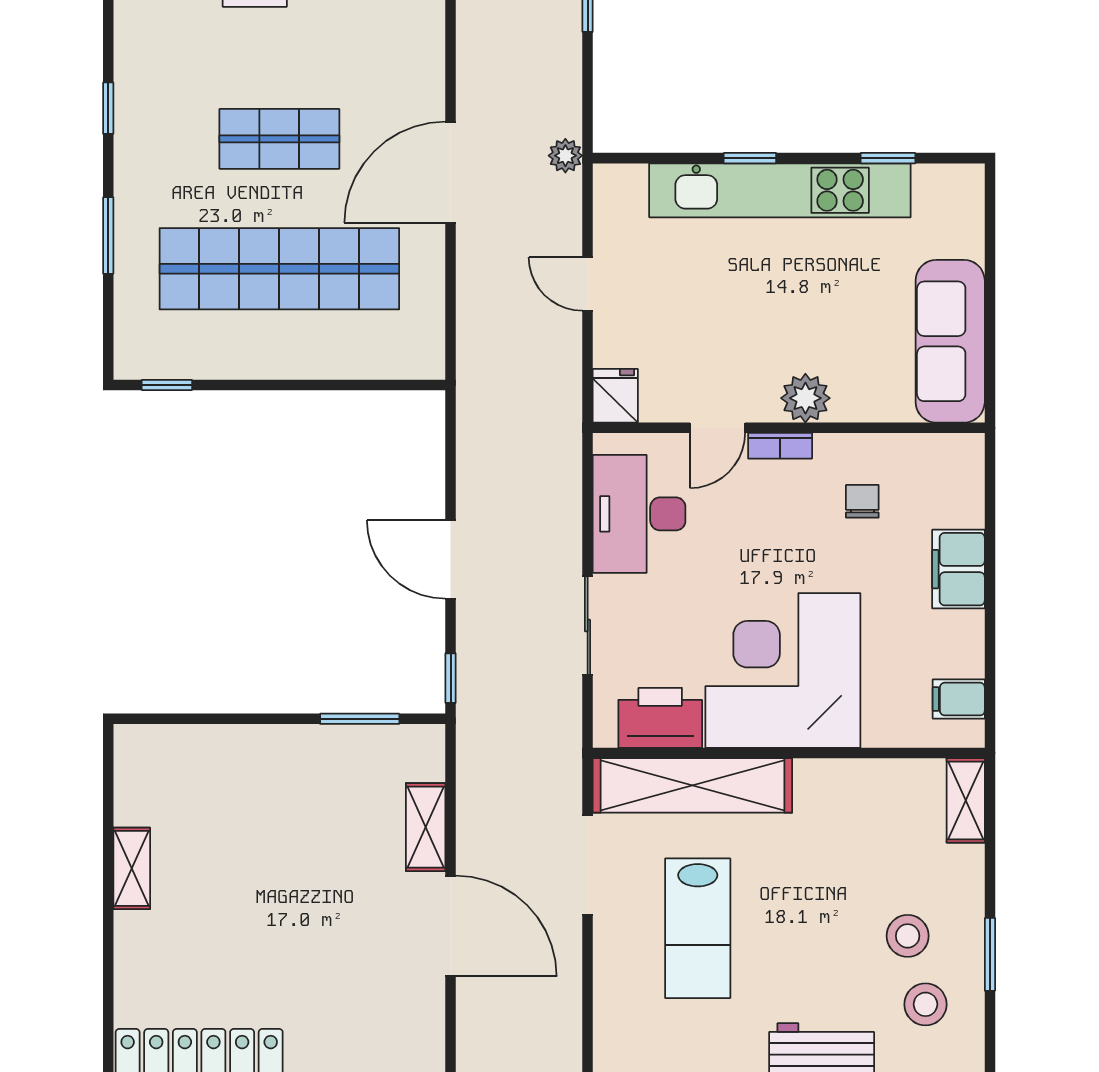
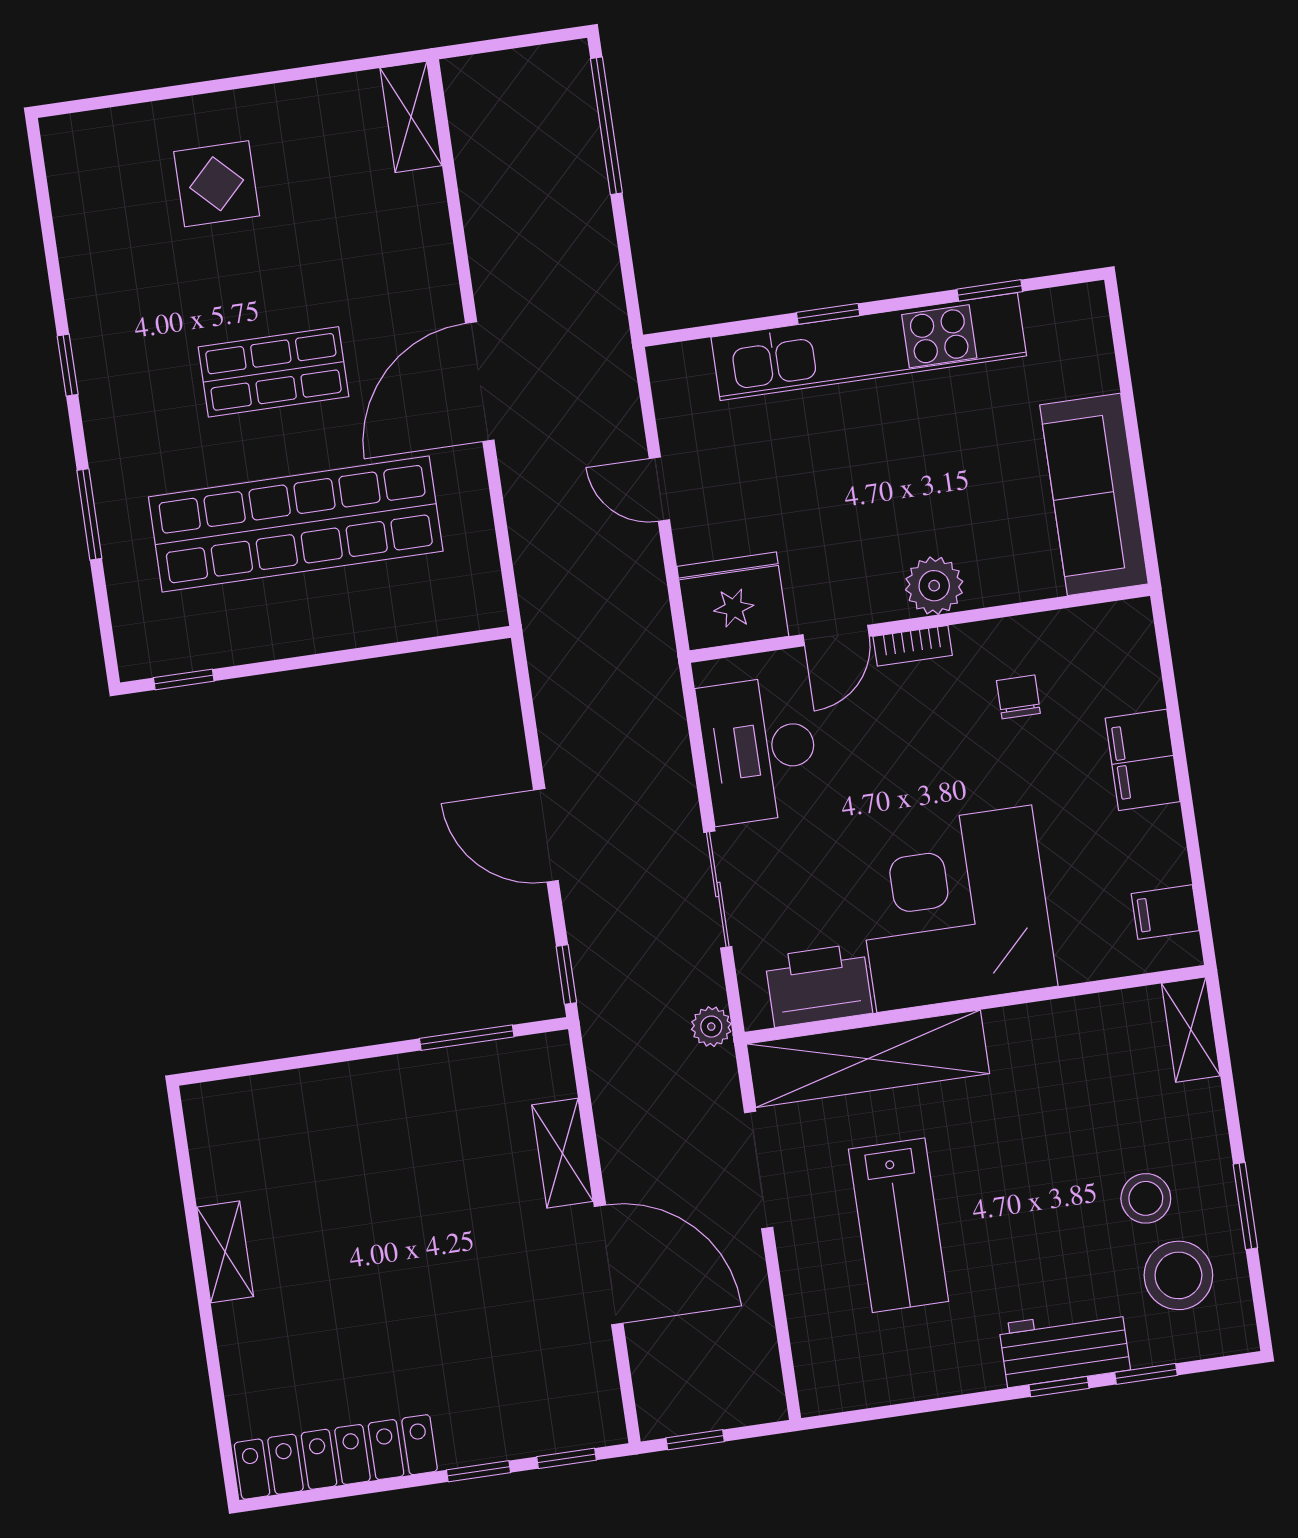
plant: (565, 156) -> (711, 1027), moved
fridge: (615, 396) -> (733, 601), width x1.88, depth x1.34
stool: (925, 1004) -> (1178, 1275), width x1.38, depth x1.38

